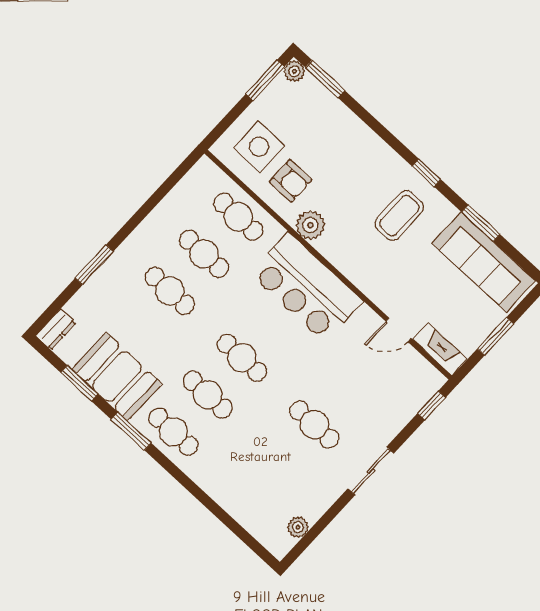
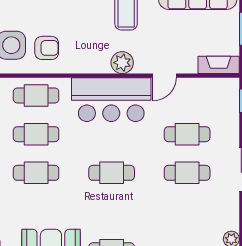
plant: (310, 225) -> (122, 63), moved
door: (399, 330) -> (164, 76), moved
cafe table: (208, 395) -> (187, 134), moved

